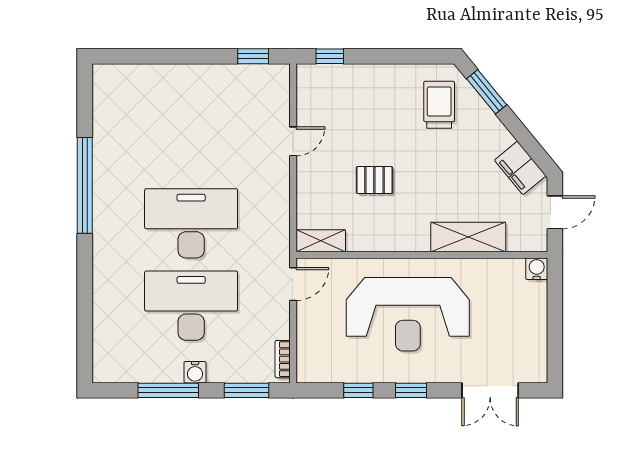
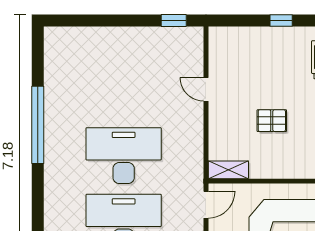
window: (330, 56) -> (281, 21), moved
door: (293, 141) -> (206, 89), swing flipped

